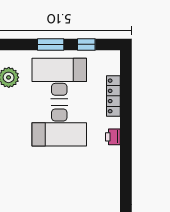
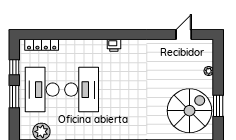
locker: (113, 96) -> (42, 45), moved
printer: (113, 137) -> (114, 45), moved

